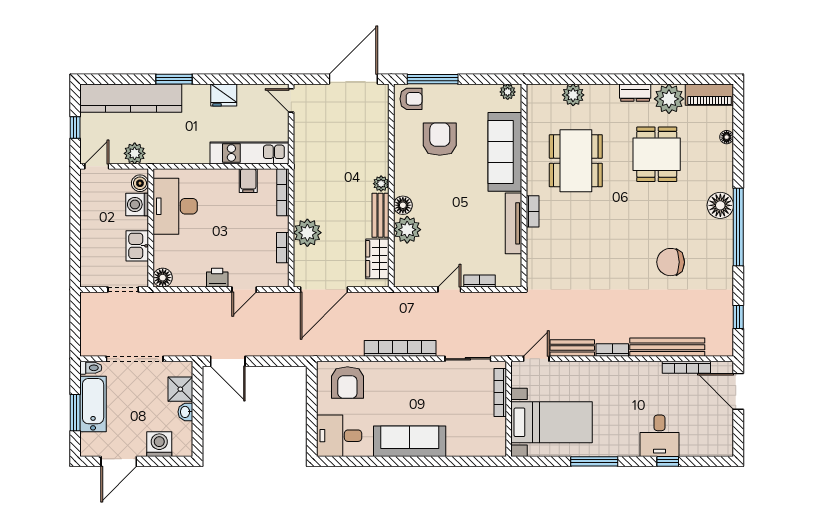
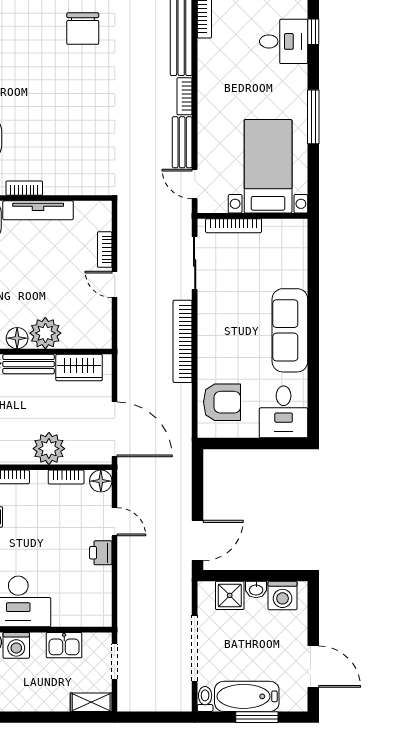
shelving: (88, 269) -> (91, 702), added
floor lamp: (163, 278) -> (101, 481), moved
washing machine: (159, 444) -> (283, 596), moved, turned -90

